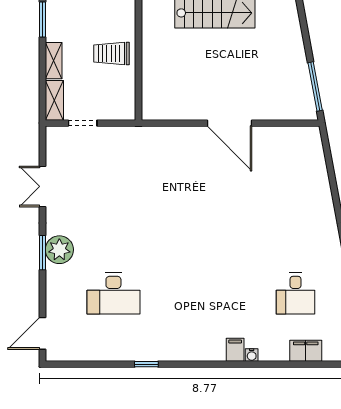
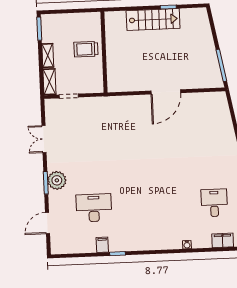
door: (229, 123) -> (166, 92), hinge flipped
desk: (113, 294) -> (94, 208), turned 180
desk: (296, 294) -> (214, 203), turned 180
door: (43, 333) -> (48, 223), moved
filing cabinet: (235, 350) -> (102, 245), moved

